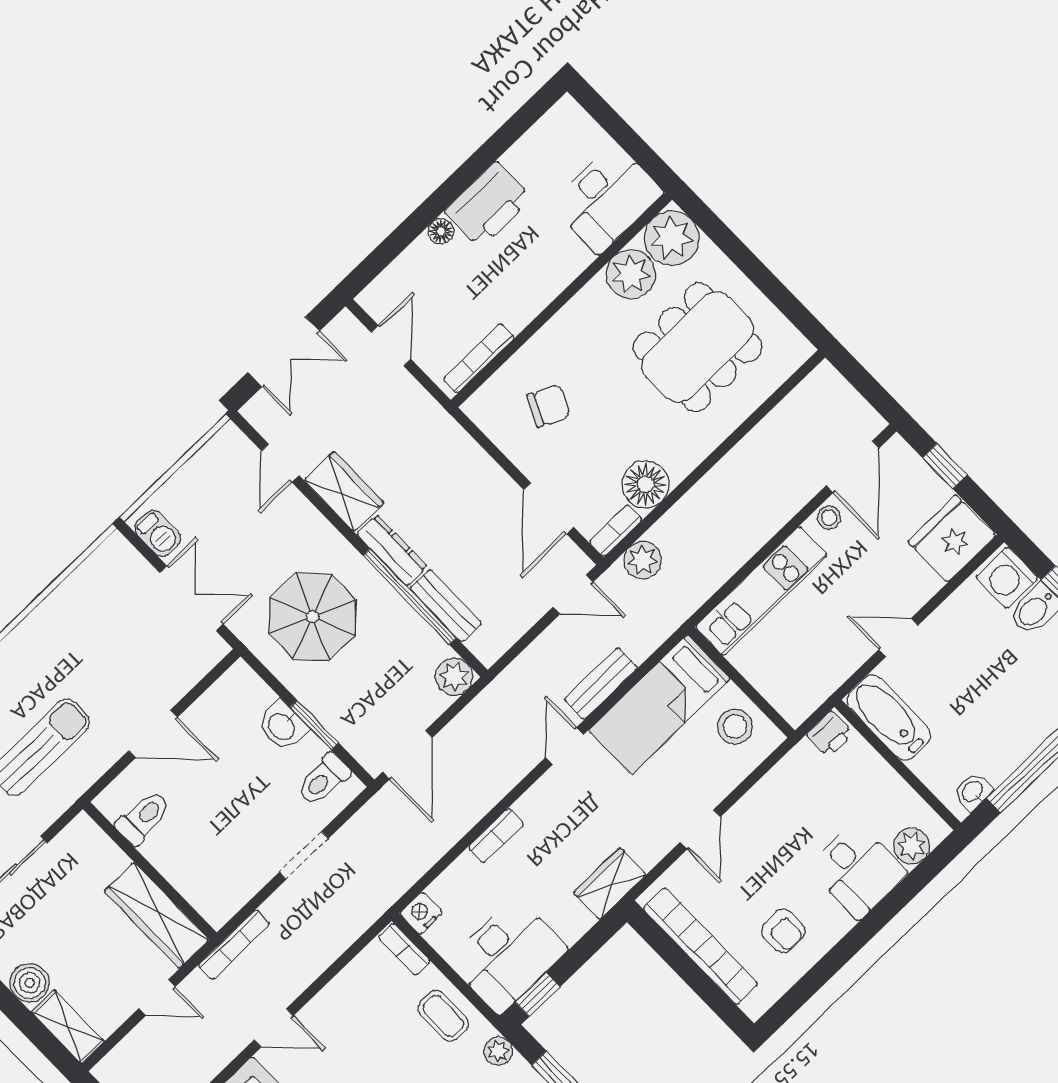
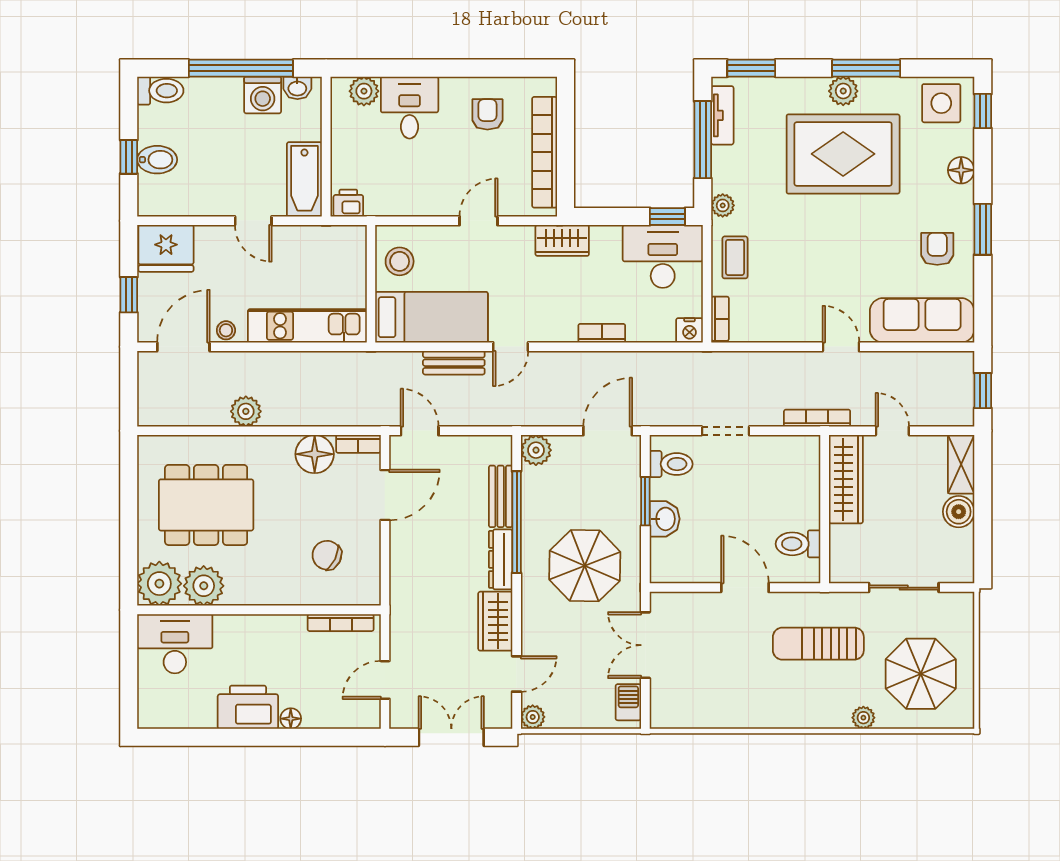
plant: (229, 439) -> (533, 717), added
plant: (643, 560) -> (246, 411), moved
washing machine: (1007, 578) -> (263, 95), moved, turned 90

